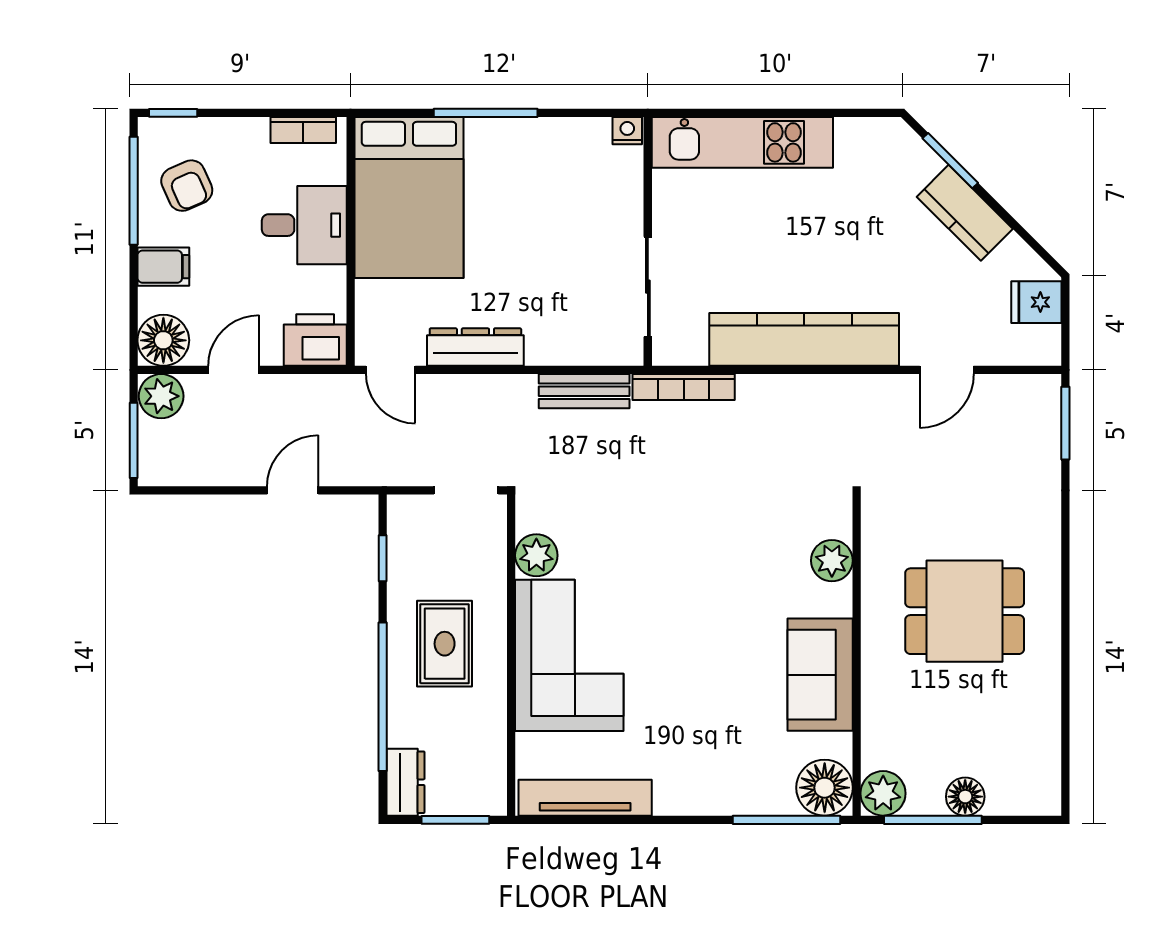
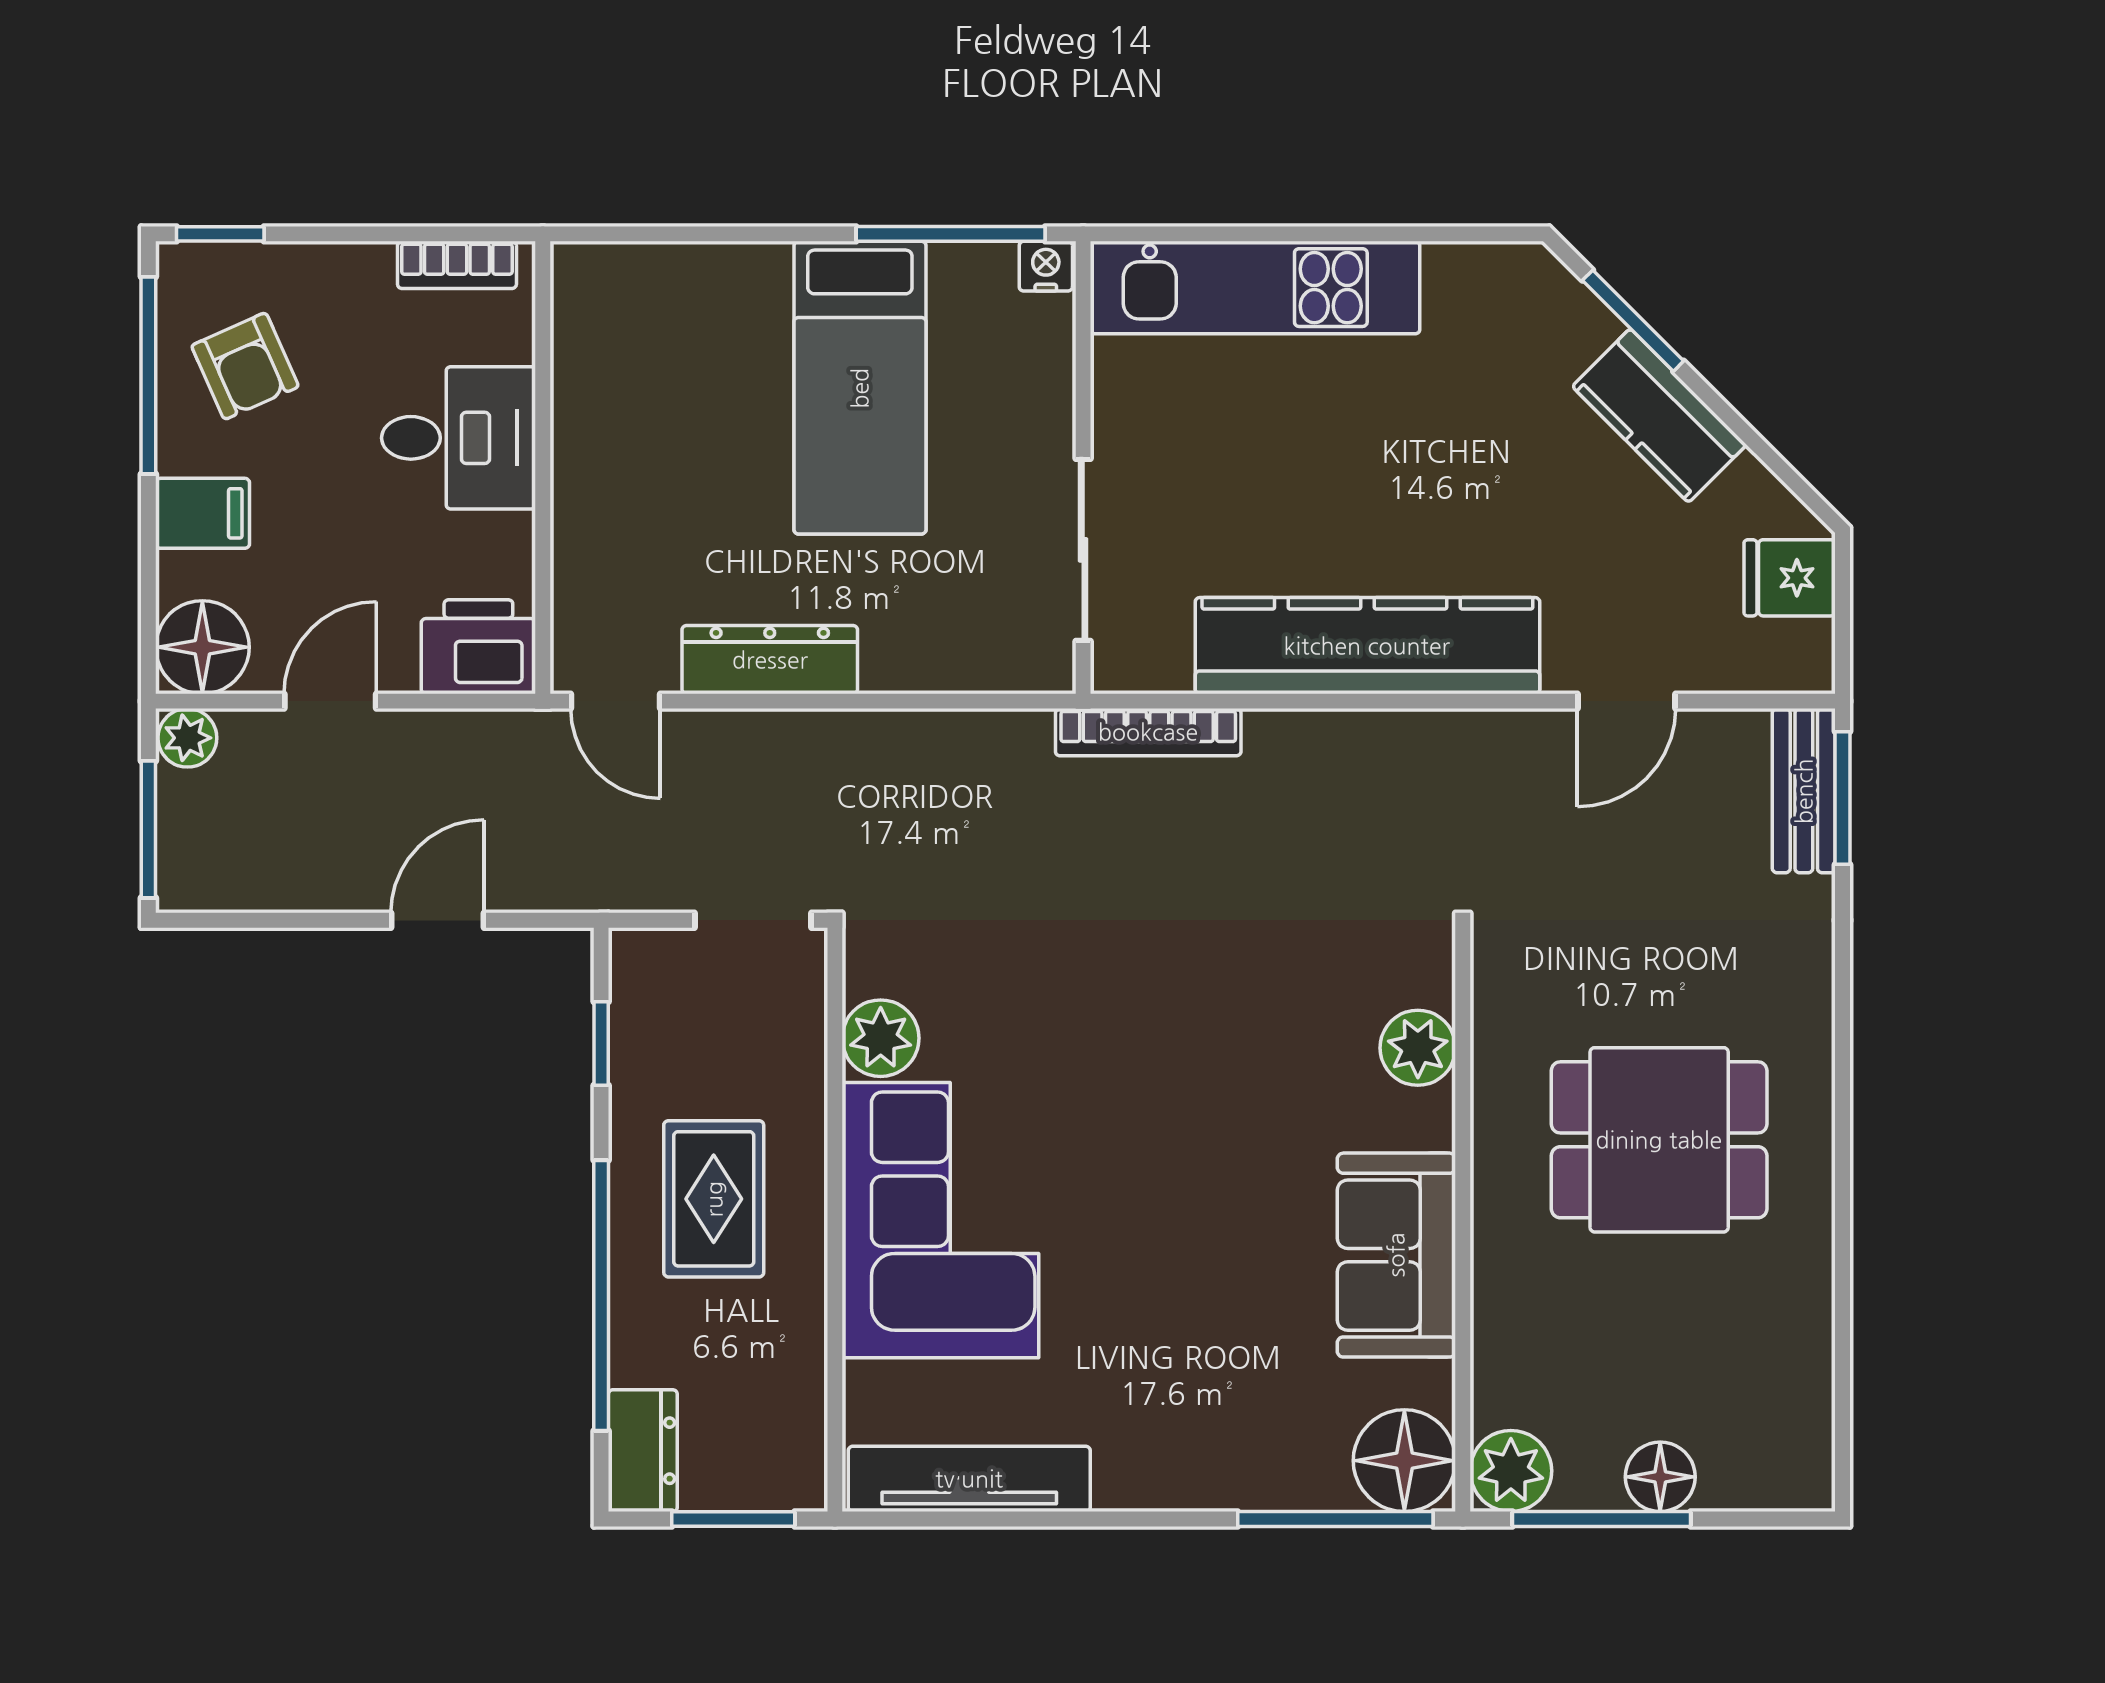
window: (486, 113) -> (951, 234), moved
bed: (409, 197) -> (860, 388), moved, width x0.67
bench: (584, 391) -> (1804, 791), moved, turned 90
plant: (161, 396) -> (187, 738), width x0.73, depth x0.73

